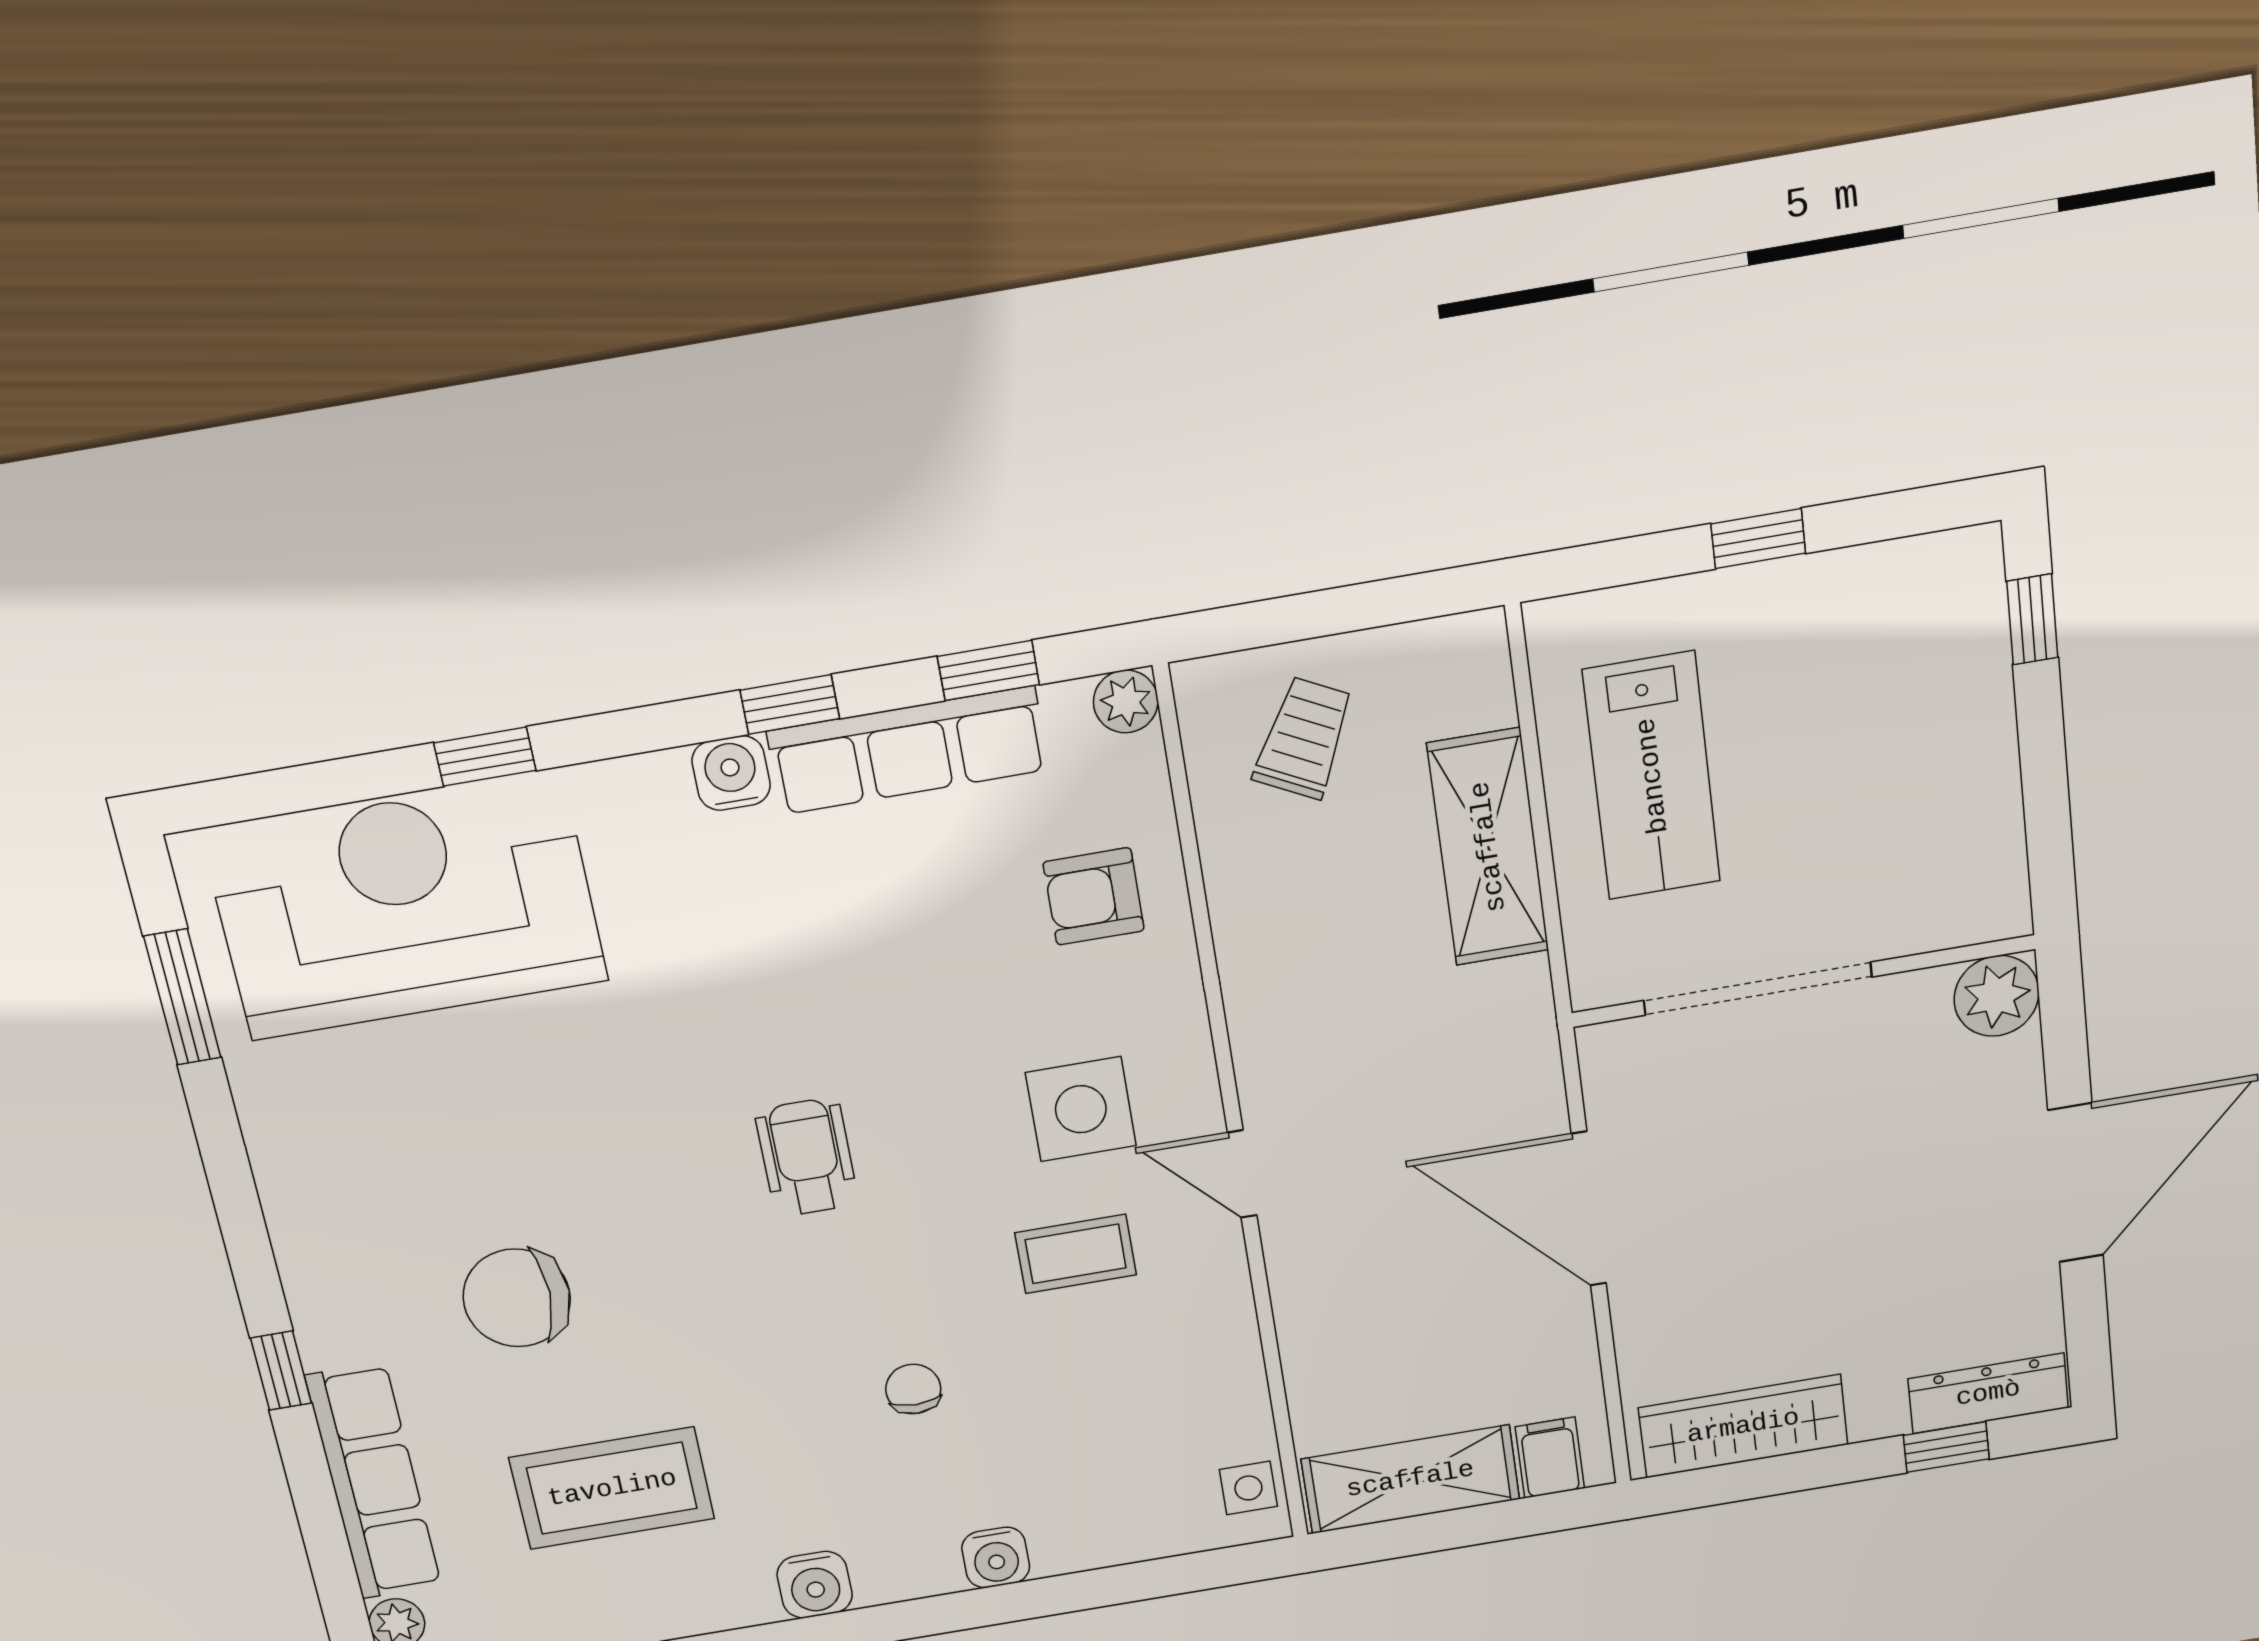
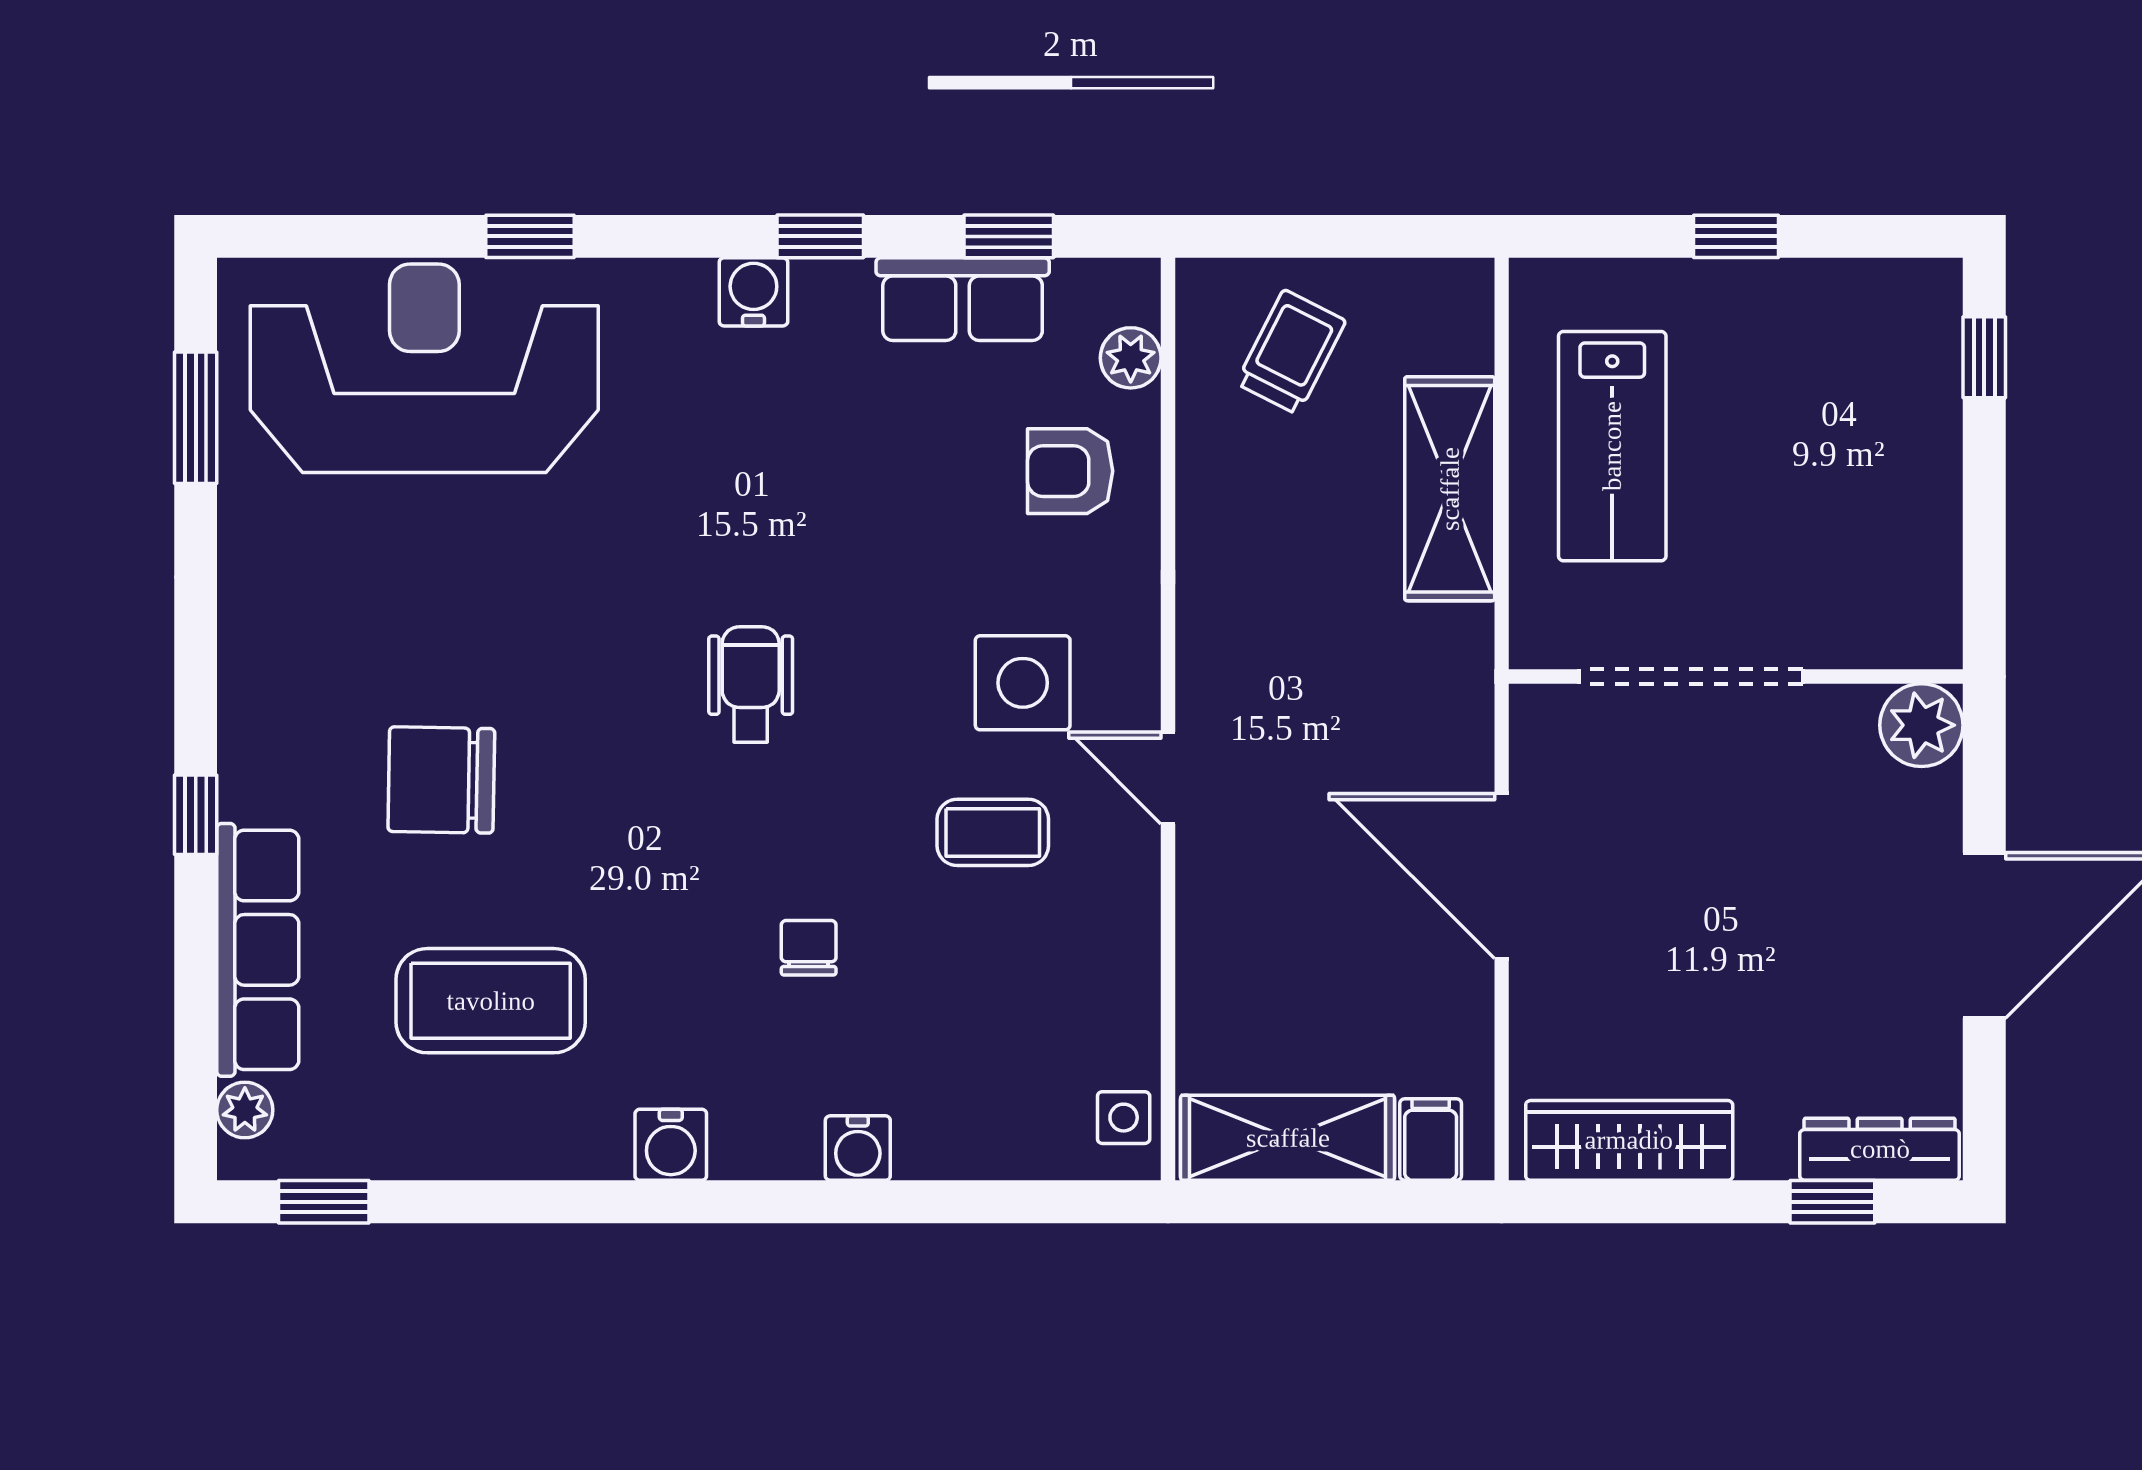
plant: (1126, 701) -> (1131, 358), moved
row of seats: (908, 750) -> (963, 299), width x0.68

